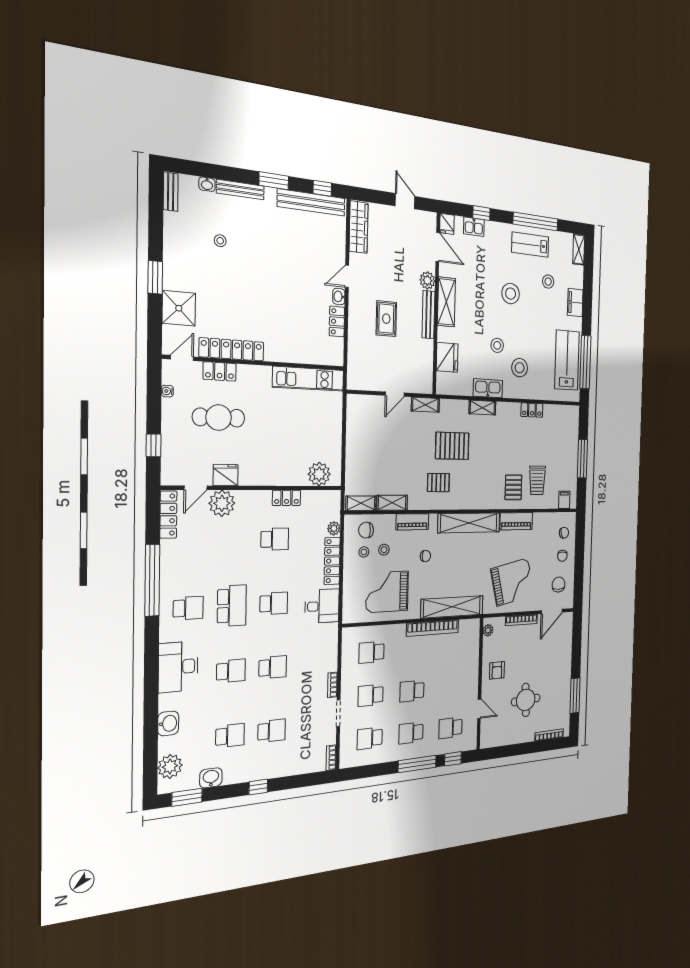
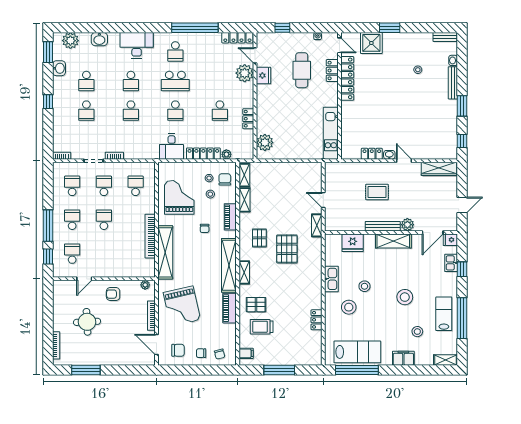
bench: (311, 202) -> (451, 133), removed
shelving: (482, 408) -> (244, 272), moved

